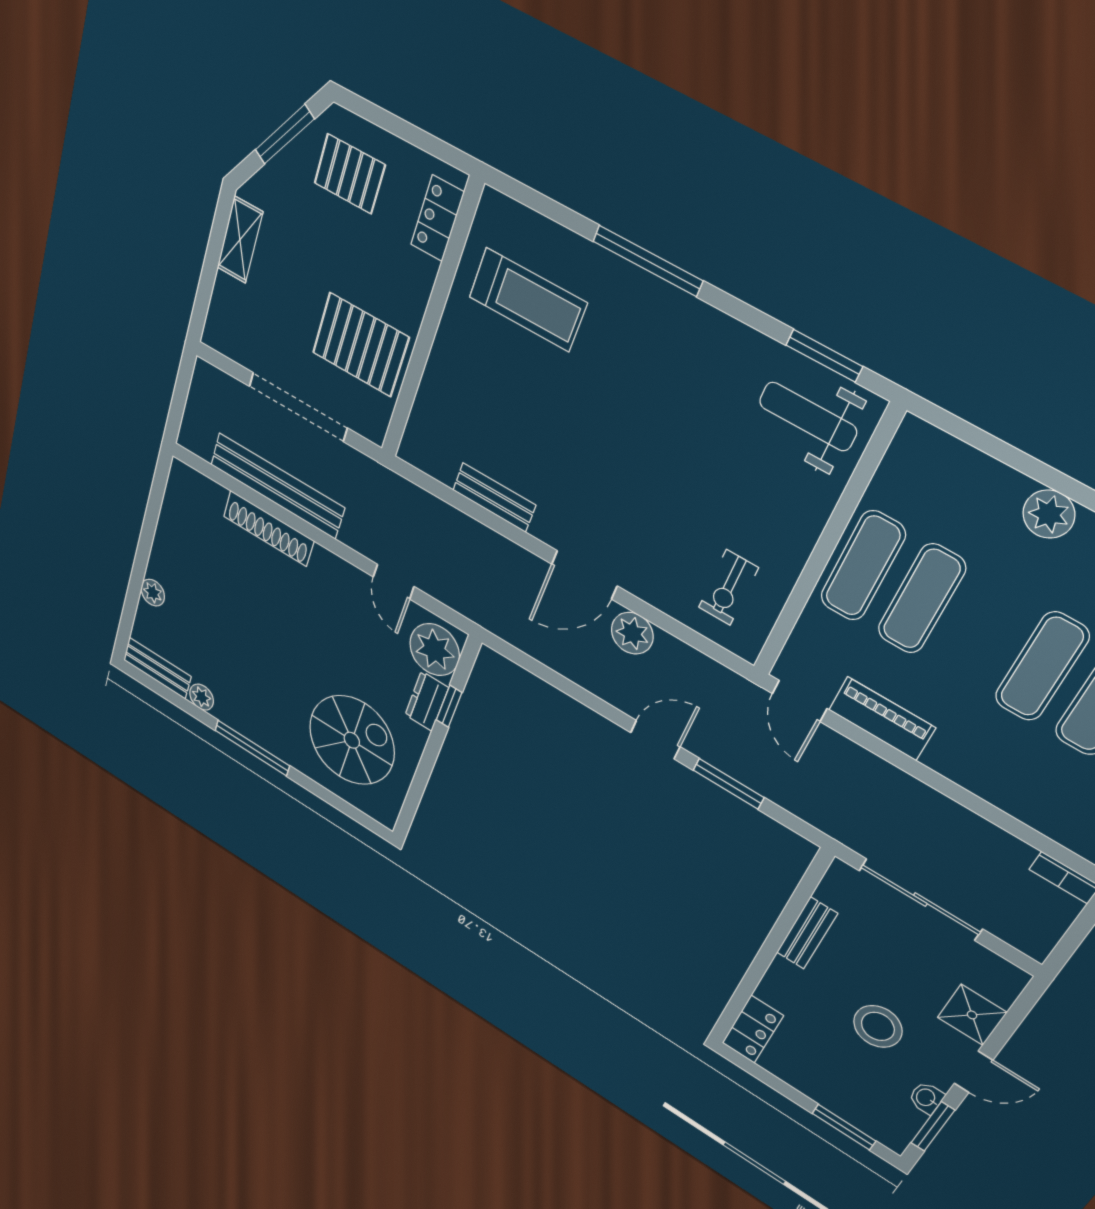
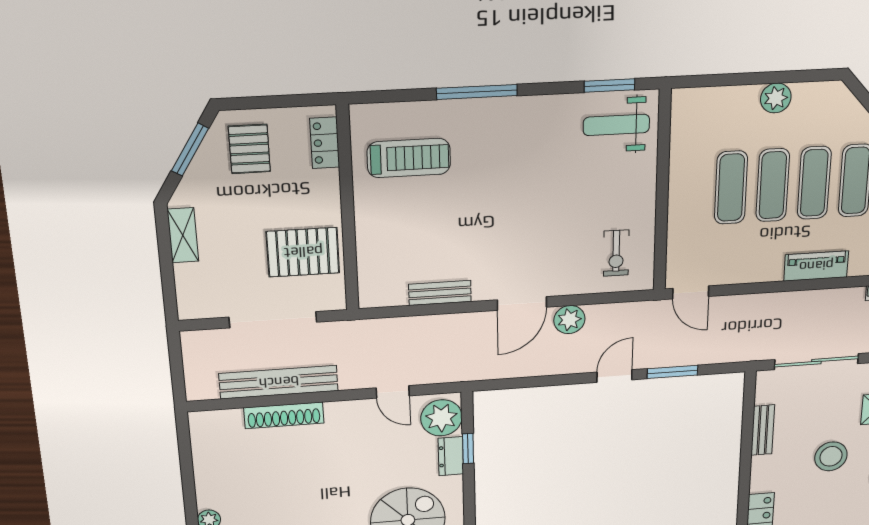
pallet: (350, 174) -> (249, 149), turned 90
exercise mat: (863, 566) -> (773, 185), moved
piano: (882, 719) -> (816, 266), moved

